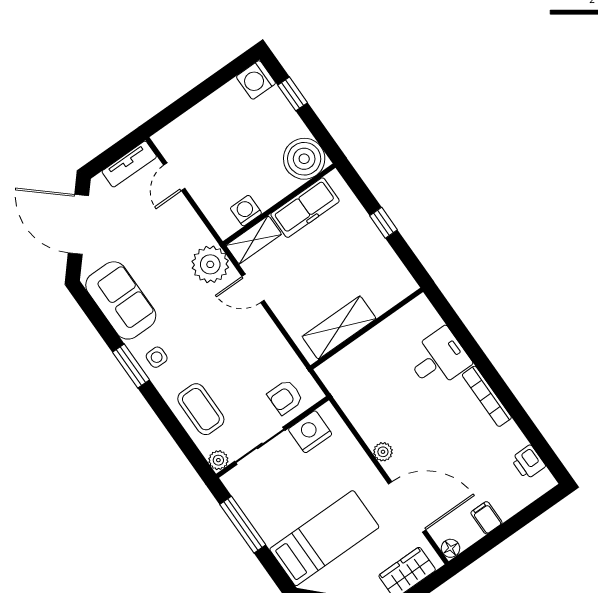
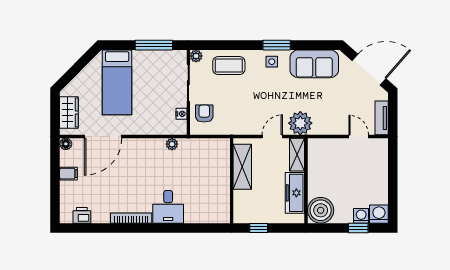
washing machine: (246, 211) -> (361, 216), moved, turned -90
shelving: (339, 328) -> (242, 167), moved
wall: (367, 329) -> (232, 181), moved
nightstand: (310, 432) -> (181, 114), width x0.53, depth x0.56
plant: (383, 452) -> (172, 144), moved

